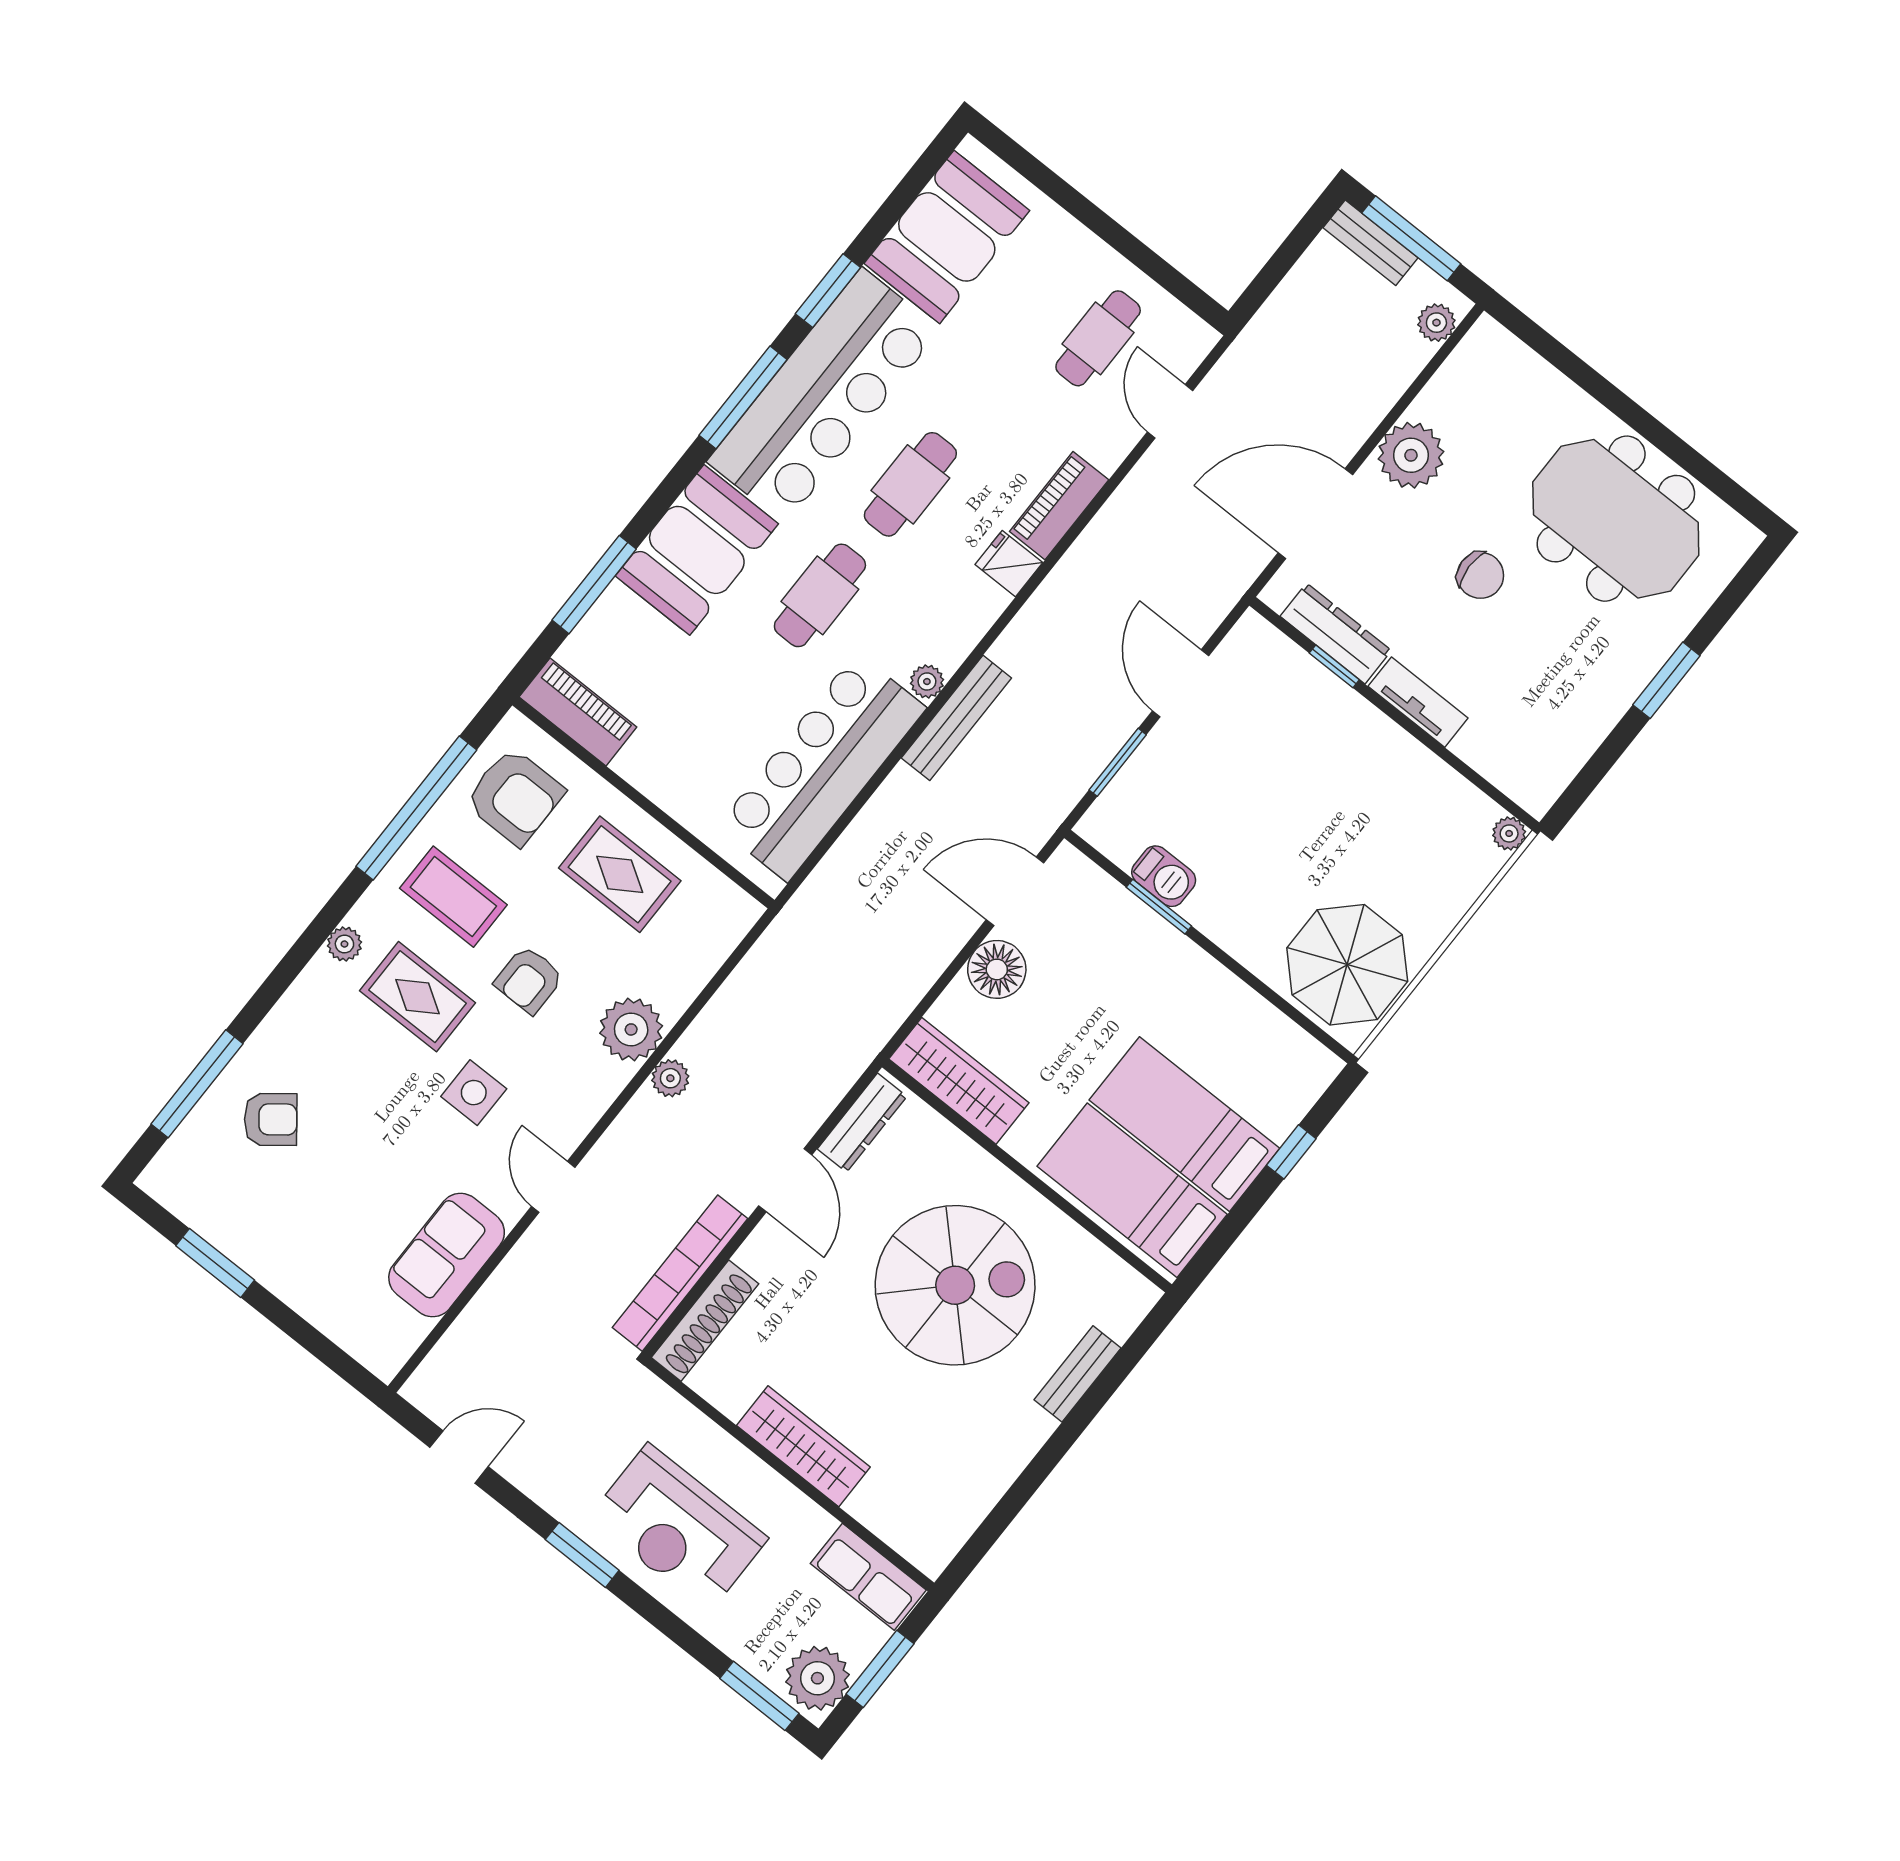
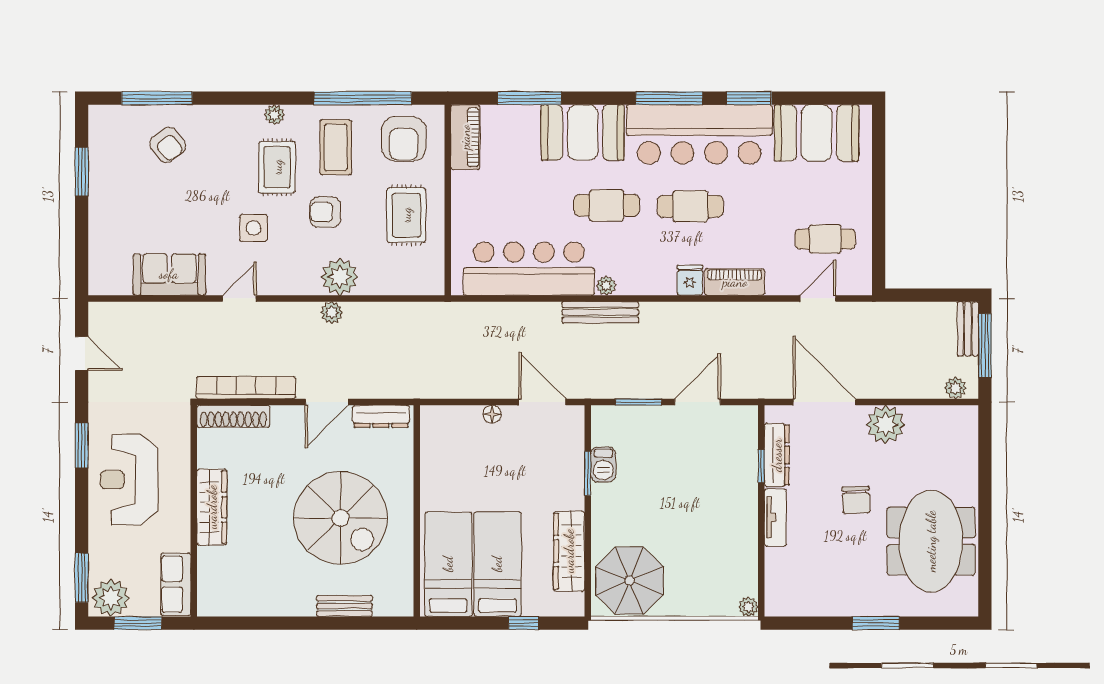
floor lamp: (997, 969) -> (492, 414), width x0.53, depth x0.53
wardrobe: (959, 1081) -> (569, 551), moved, turned 180

